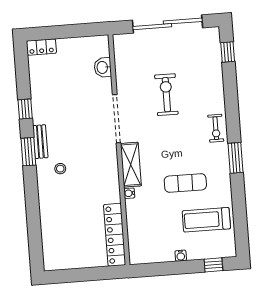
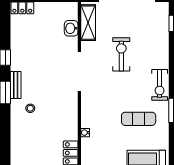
exercise bike: (216, 128) -> (160, 85), width x1.38, depth x1.39
shelving: (131, 165) -> (88, 23), moved
exercise mat: (185, 183) -> (139, 119), moved

